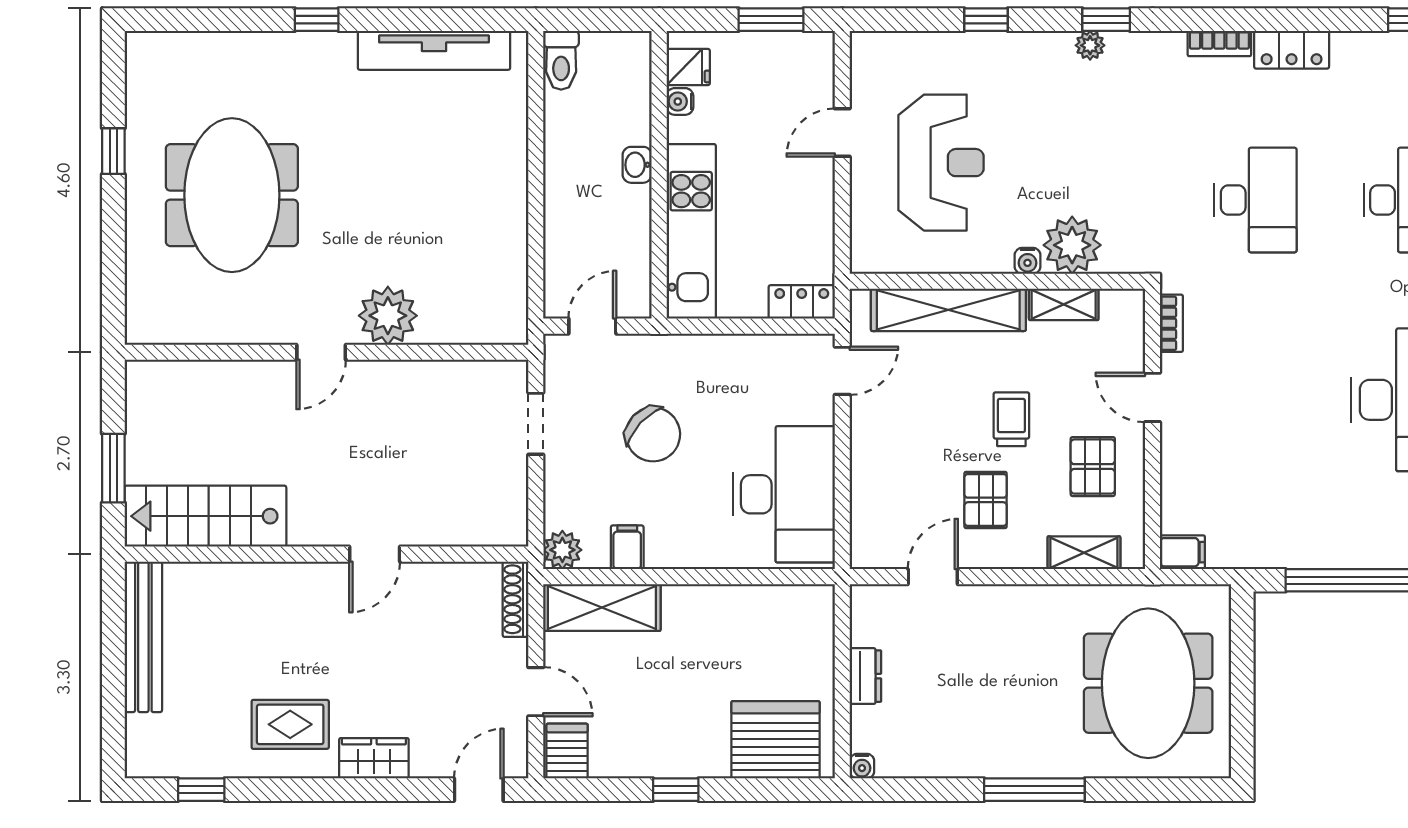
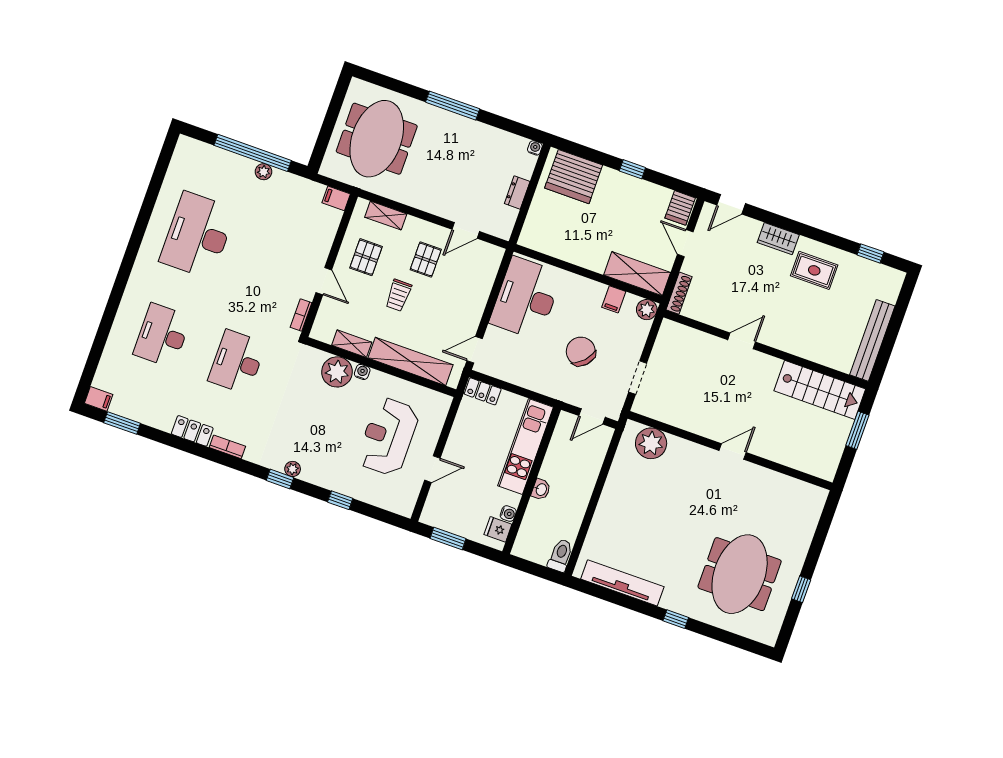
meeting table: (232, 195) -> (740, 574), moved
plant: (388, 316) -> (651, 443), moved
plant: (1328, 554) -> (264, 172), added

